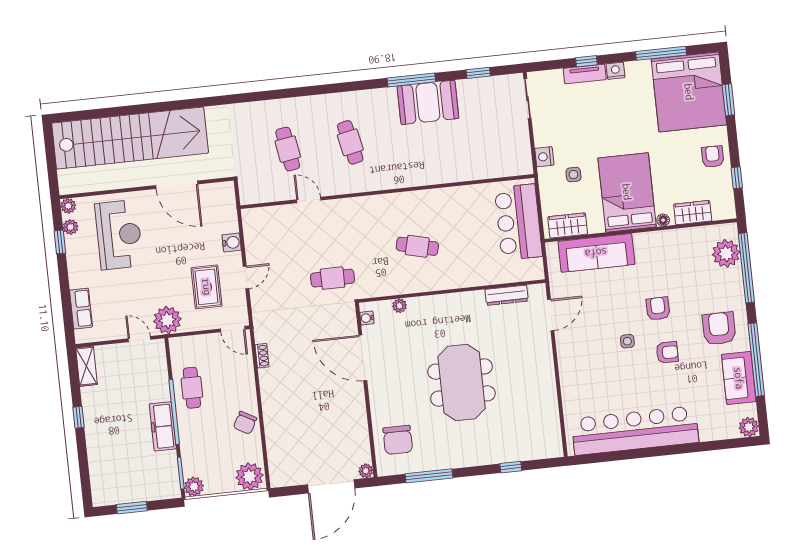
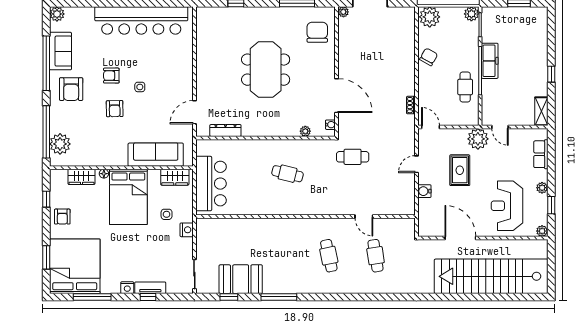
booth: (428, 102) -> (241, 279), moved
plant: (70, 227) -> (542, 188), moved
rug: (207, 287) -> (460, 170), moved

